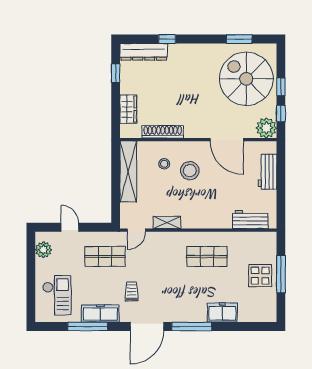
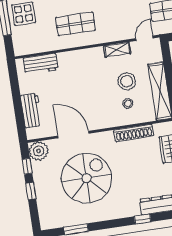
spiral stairs: (246, 79) -> (86, 178), moved, turned -90
stool: (190, 171) -> (127, 81), moved

